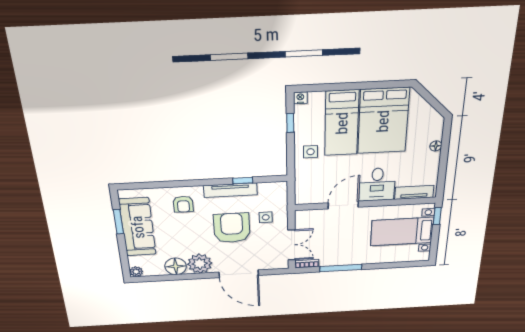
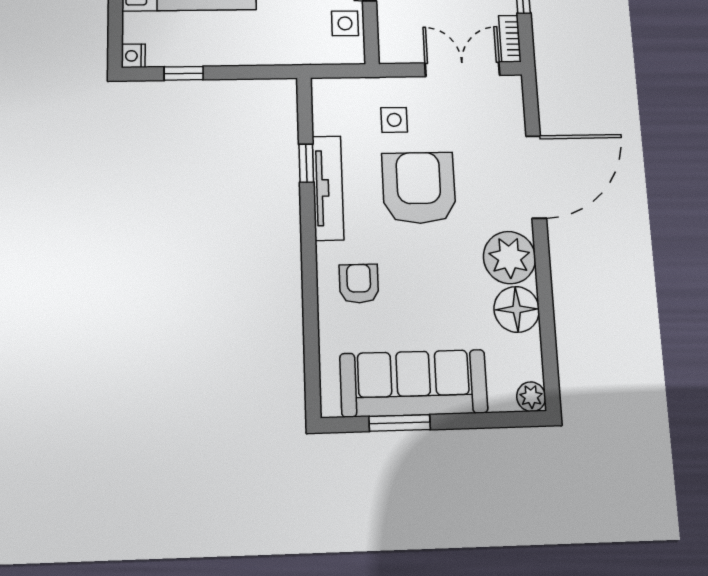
side table: (311, 152) -> (345, 23), moved
armchair: (183, 204) -> (359, 284), turned -90
armchair: (232, 228) -> (419, 188), turned 90

